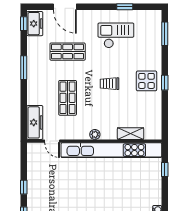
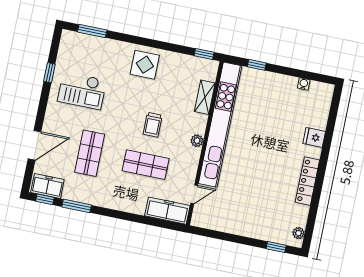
checkout: (116, 35) -> (82, 91), turned -90
window: (24, 68) -> (77, 206), moved
window: (165, 83) -> (204, 54), moved
trolley: (109, 84) -> (153, 125), moved
window: (24, 187) -> (243, 240), removed

